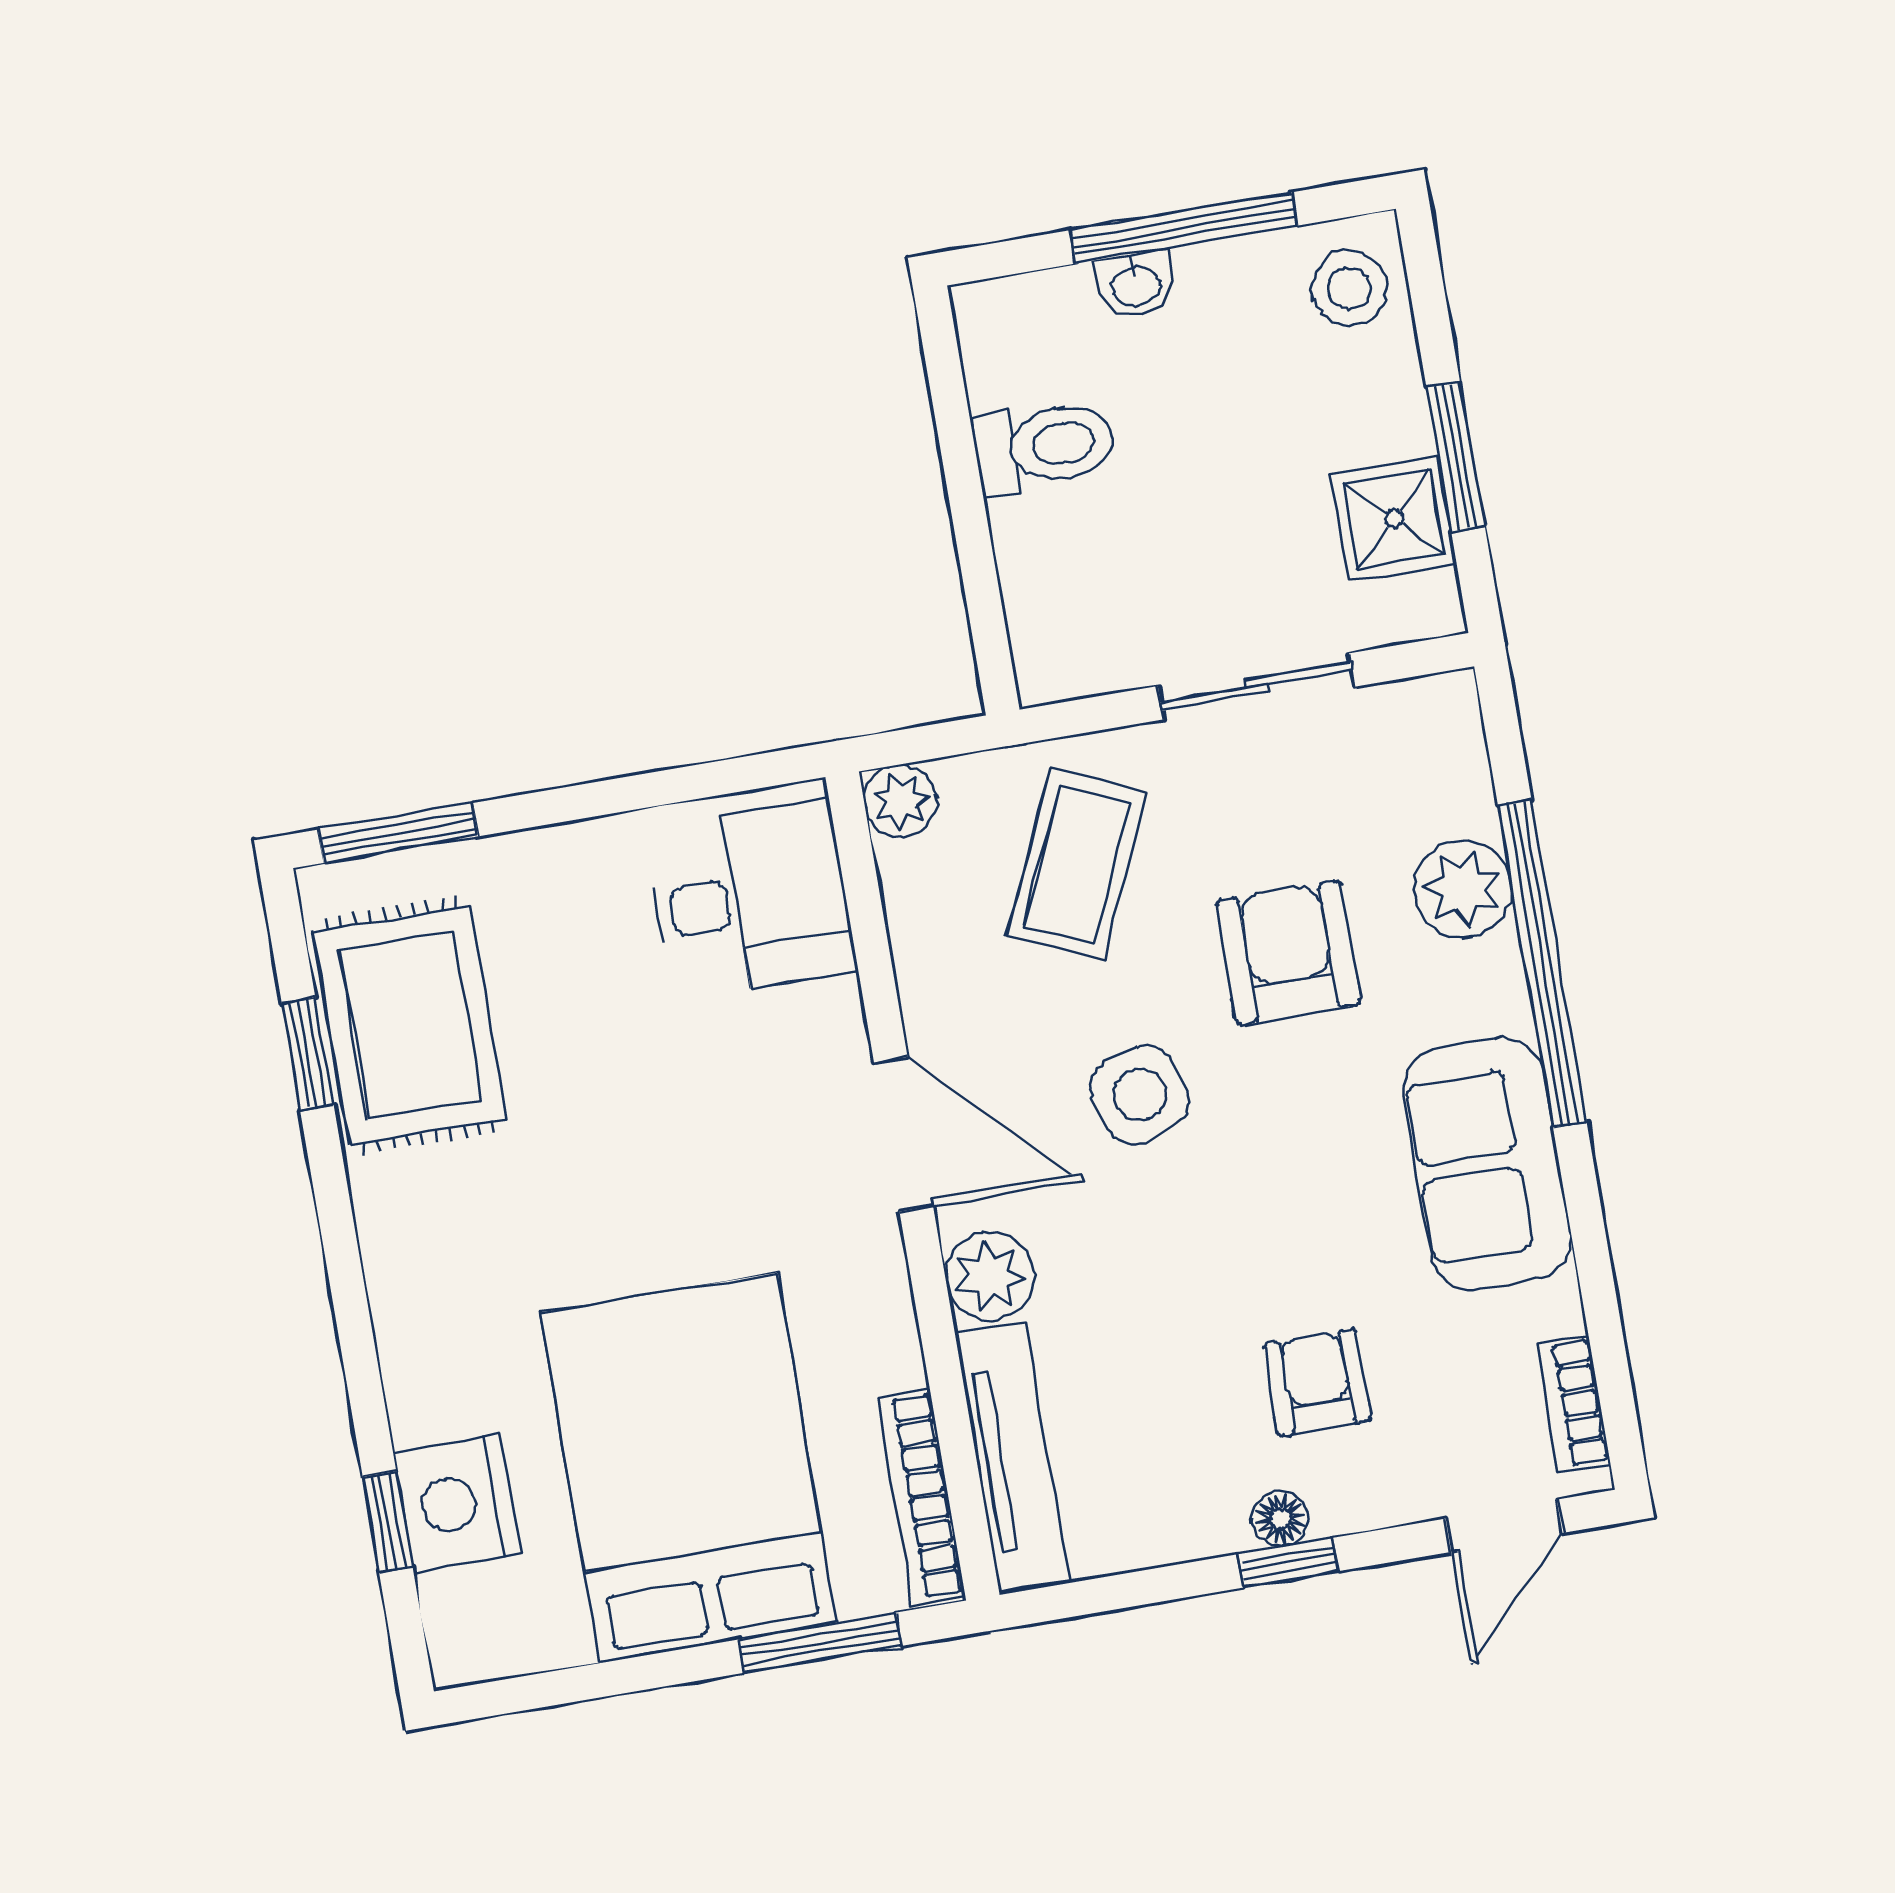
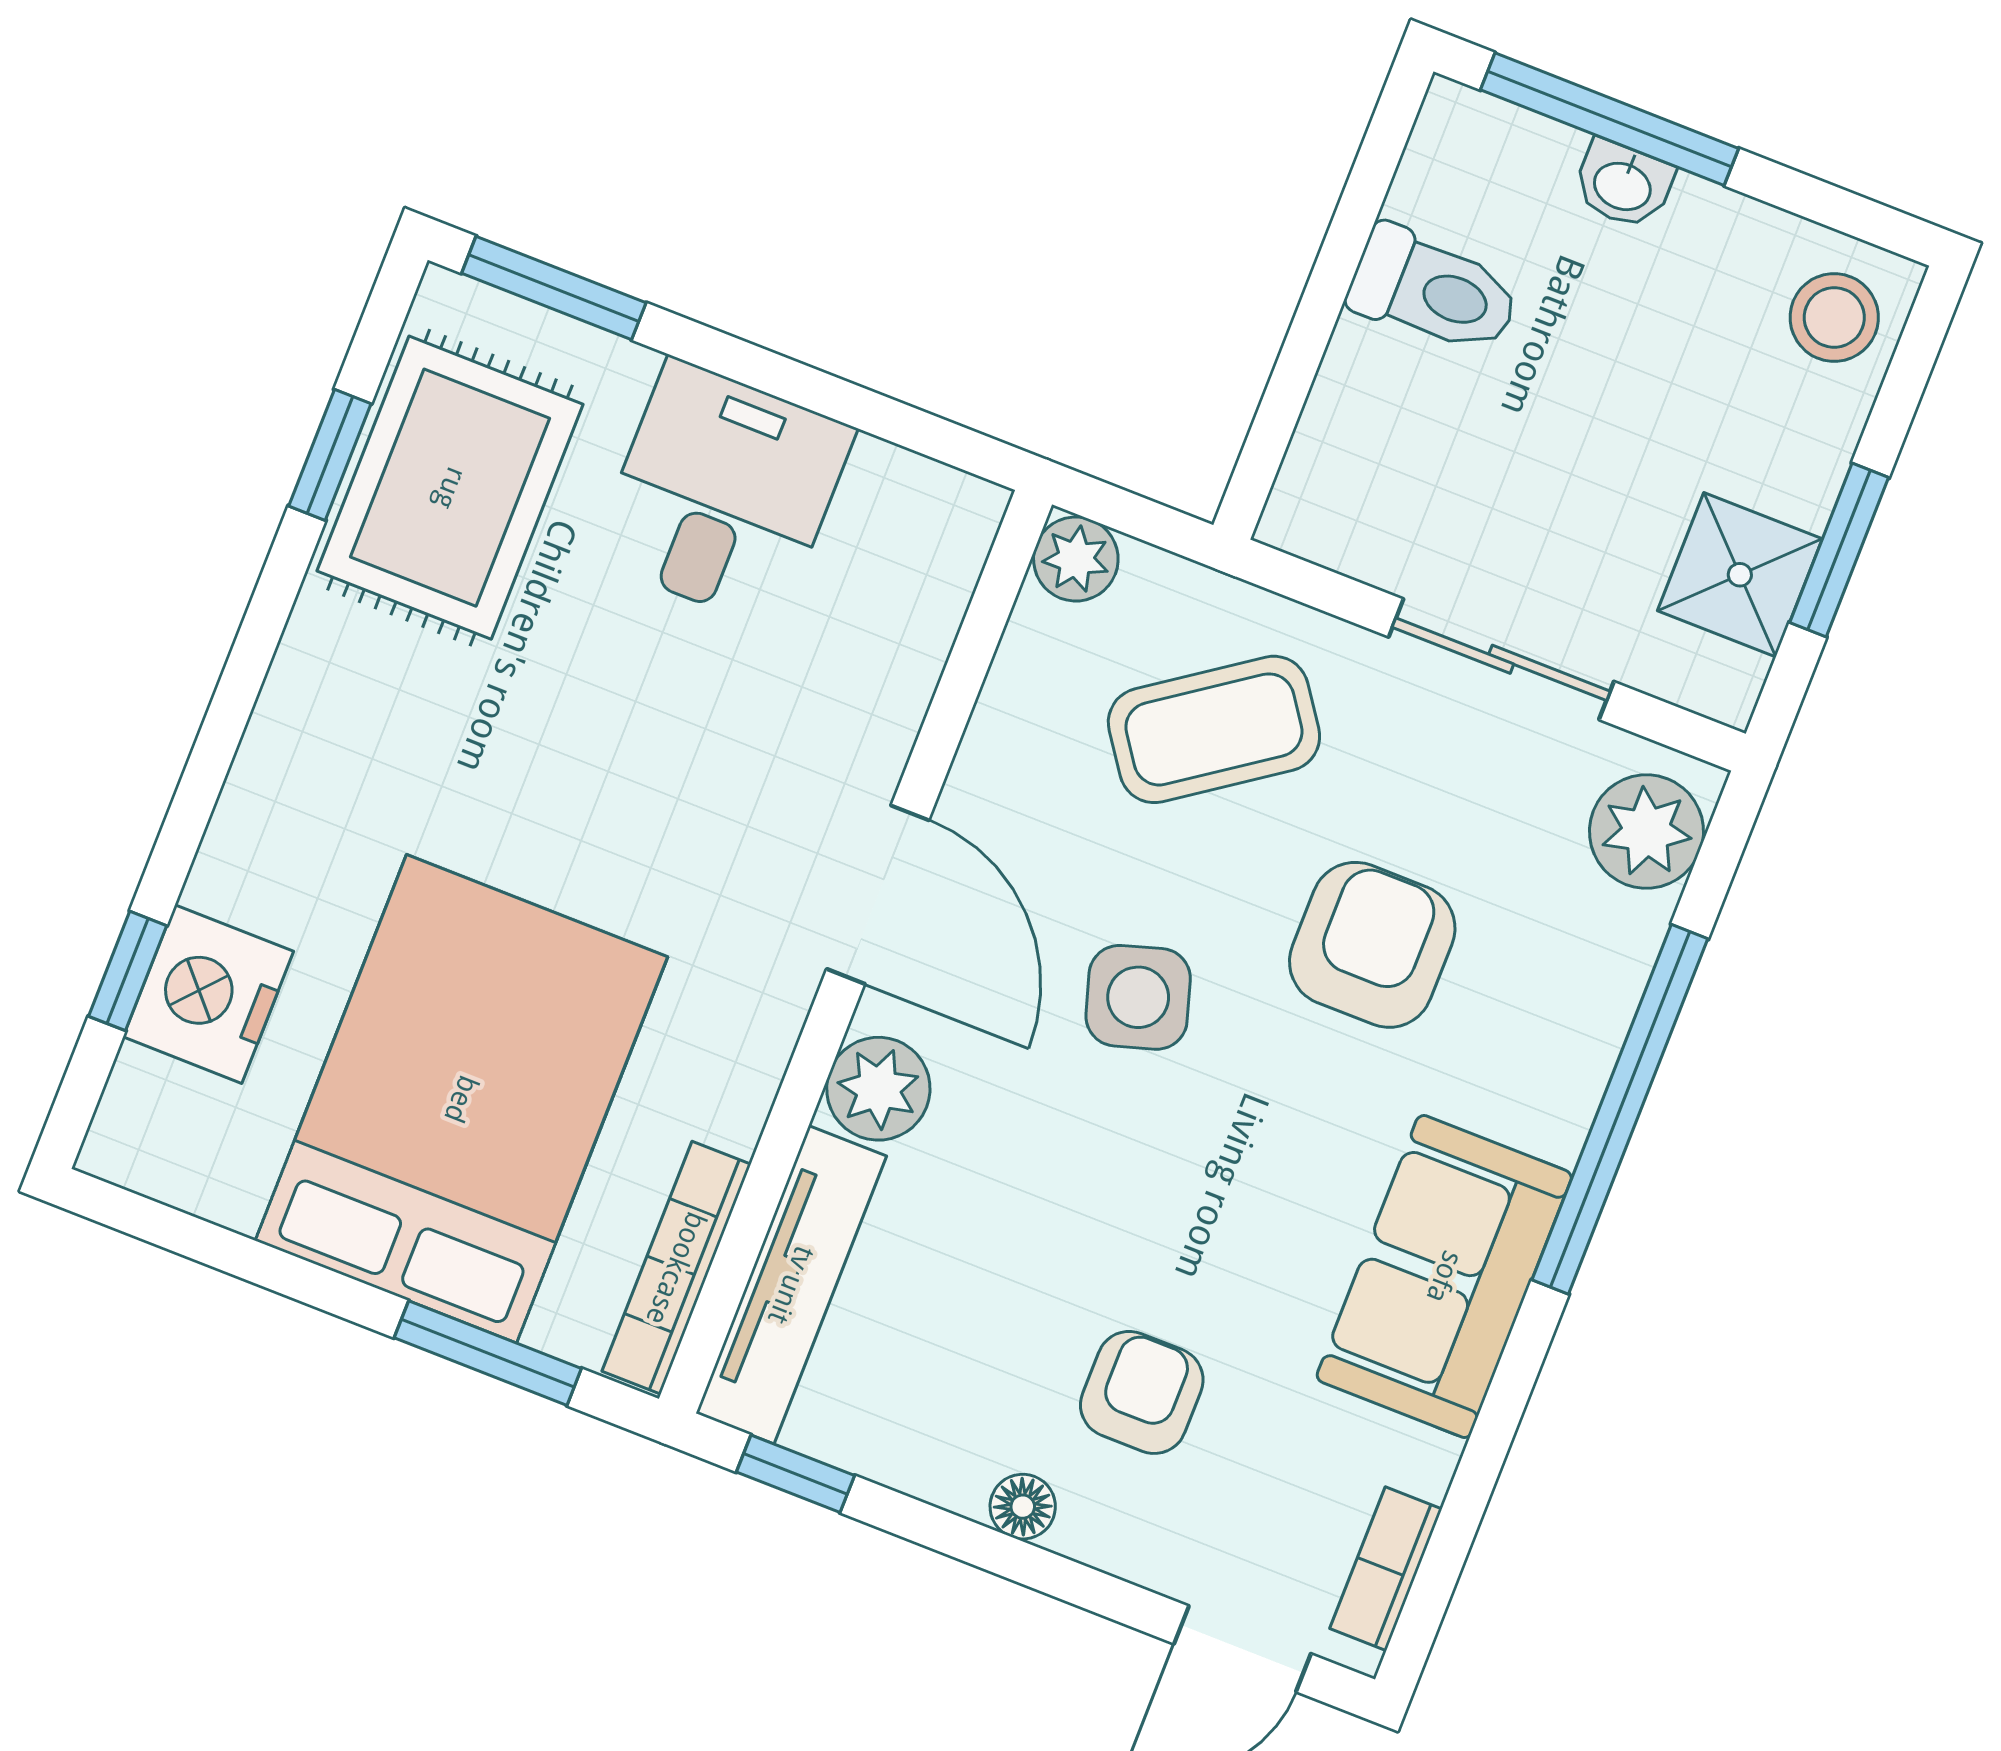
window: (1184, 228) -> (1610, 119), moved
coffee table: (1077, 865) -> (1214, 729), turned 31
plant: (1463, 889) -> (1646, 832), moved
desk: (751, 900) -> (723, 494), moved, turned -90
window: (1288, 1563) -> (796, 1474), moved

